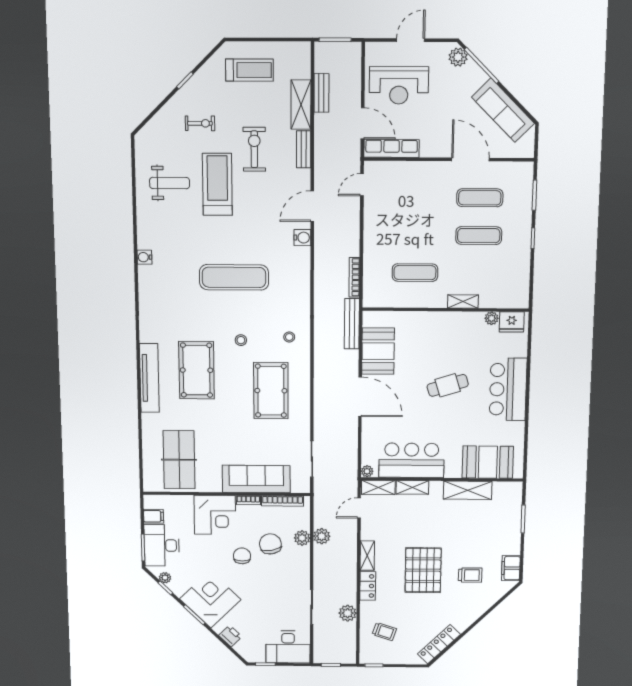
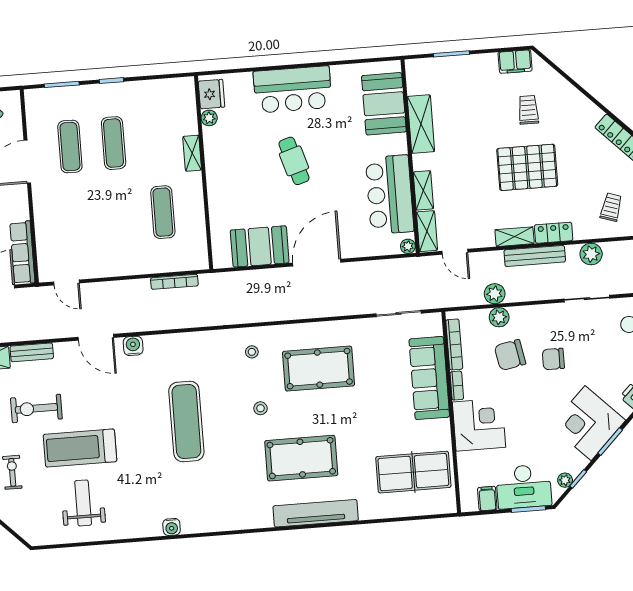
bench: (352, 324) -> (535, 256), moved
chair: (242, 556) -> (553, 359), moved

